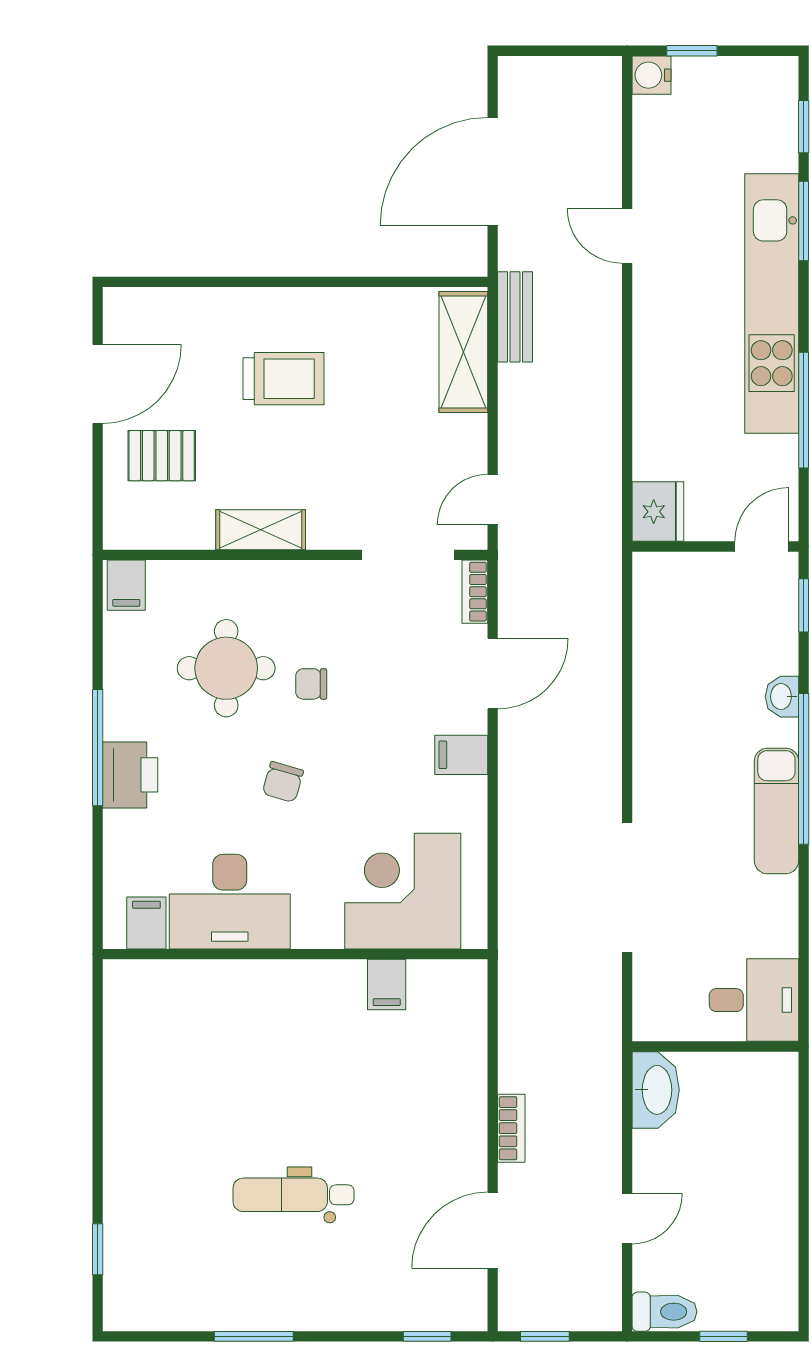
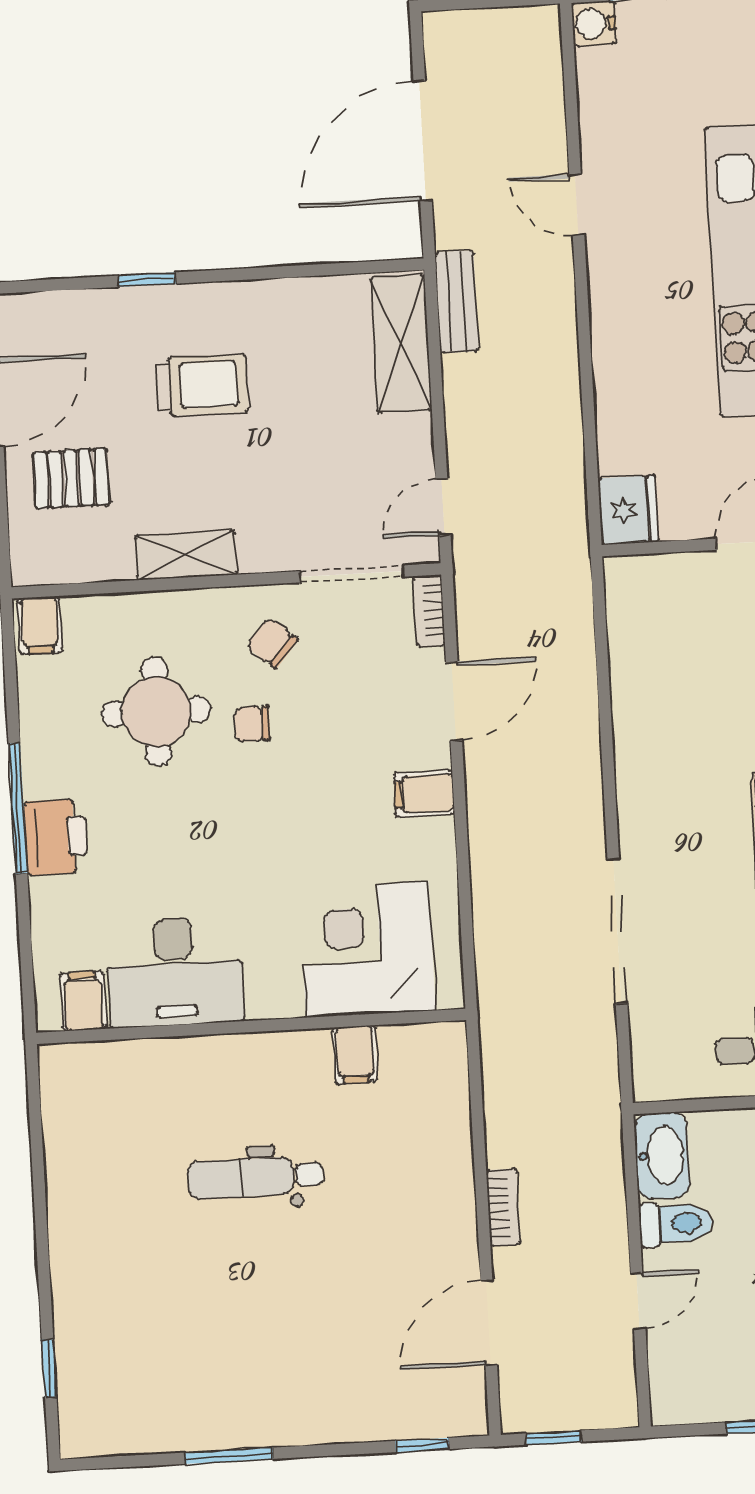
window: (240, 282) -> (147, 280), added
chair: (283, 782) -> (272, 643), moved, turned 115
dental chair: (294, 1195) -> (255, 1177), moved
toilet: (665, 1312) -> (676, 1224), moved

